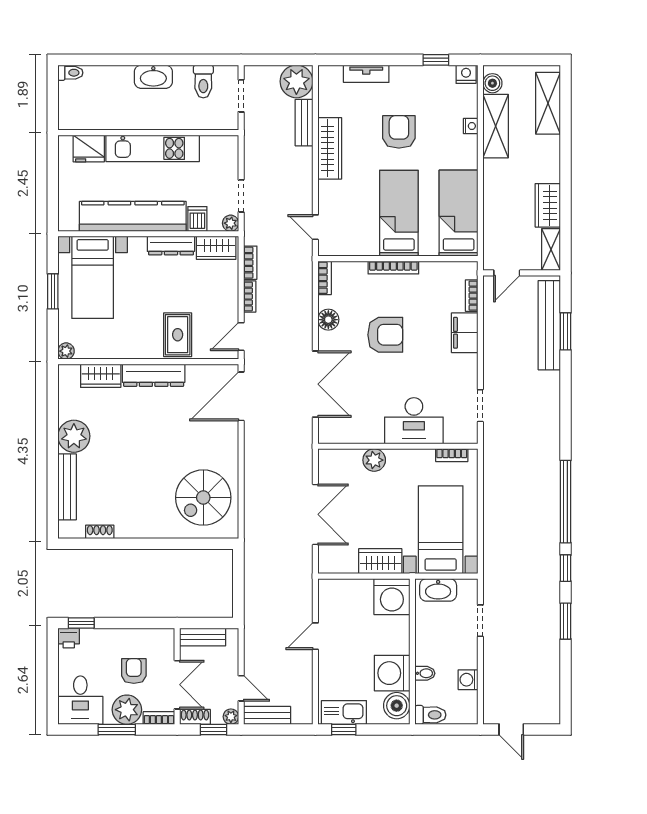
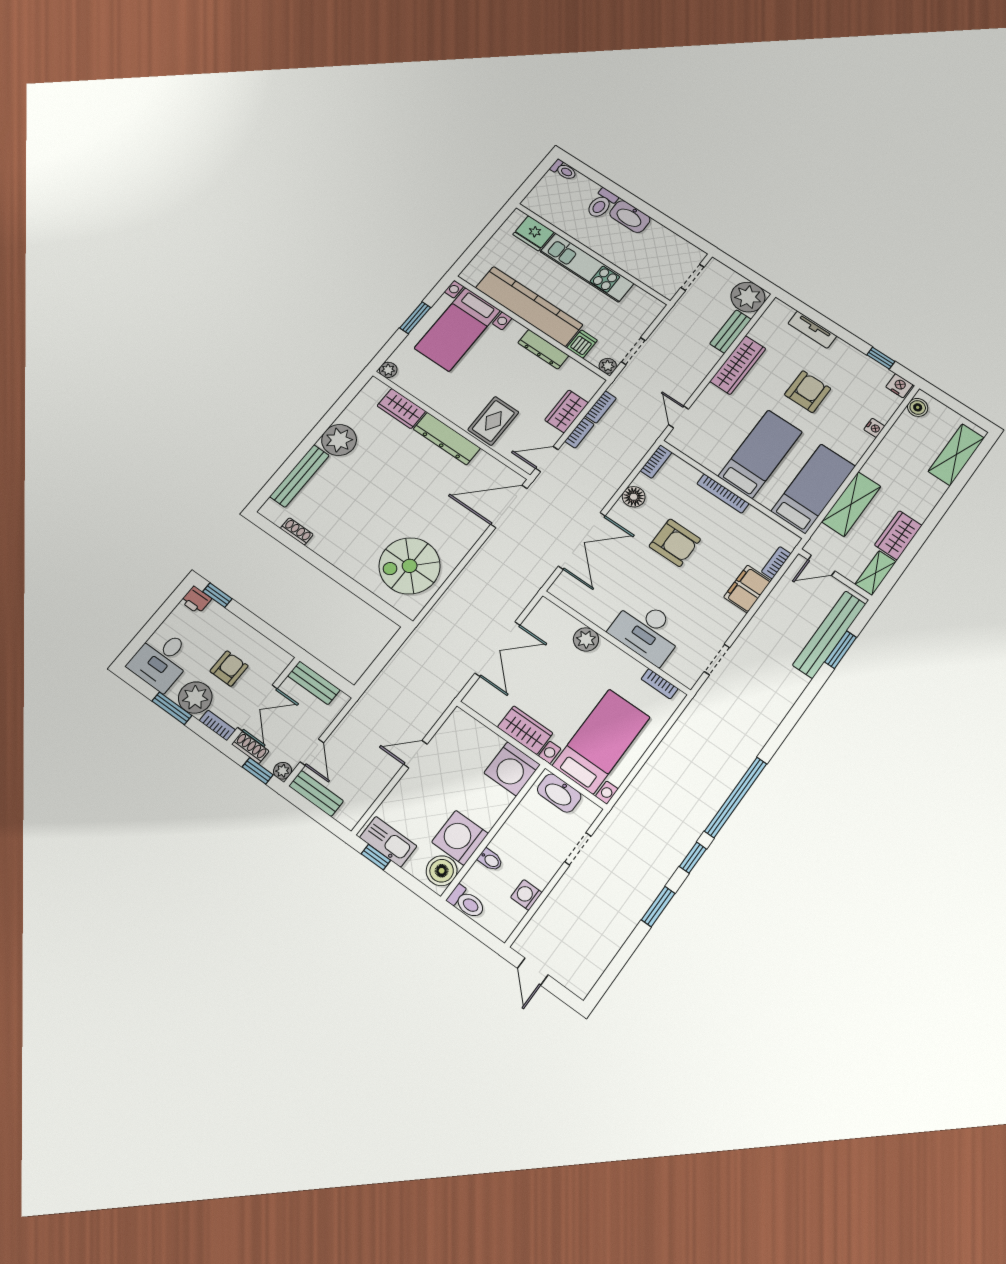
toilet: (203, 81) -> (602, 204), moved
shelving: (496, 126) -> (851, 504), moved
wardrobe: (216, 248) -> (567, 411), moved, turned 90

